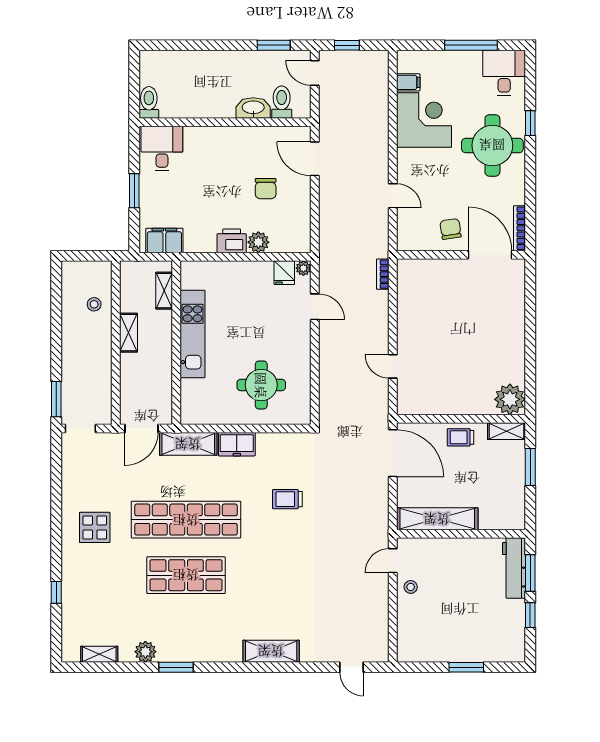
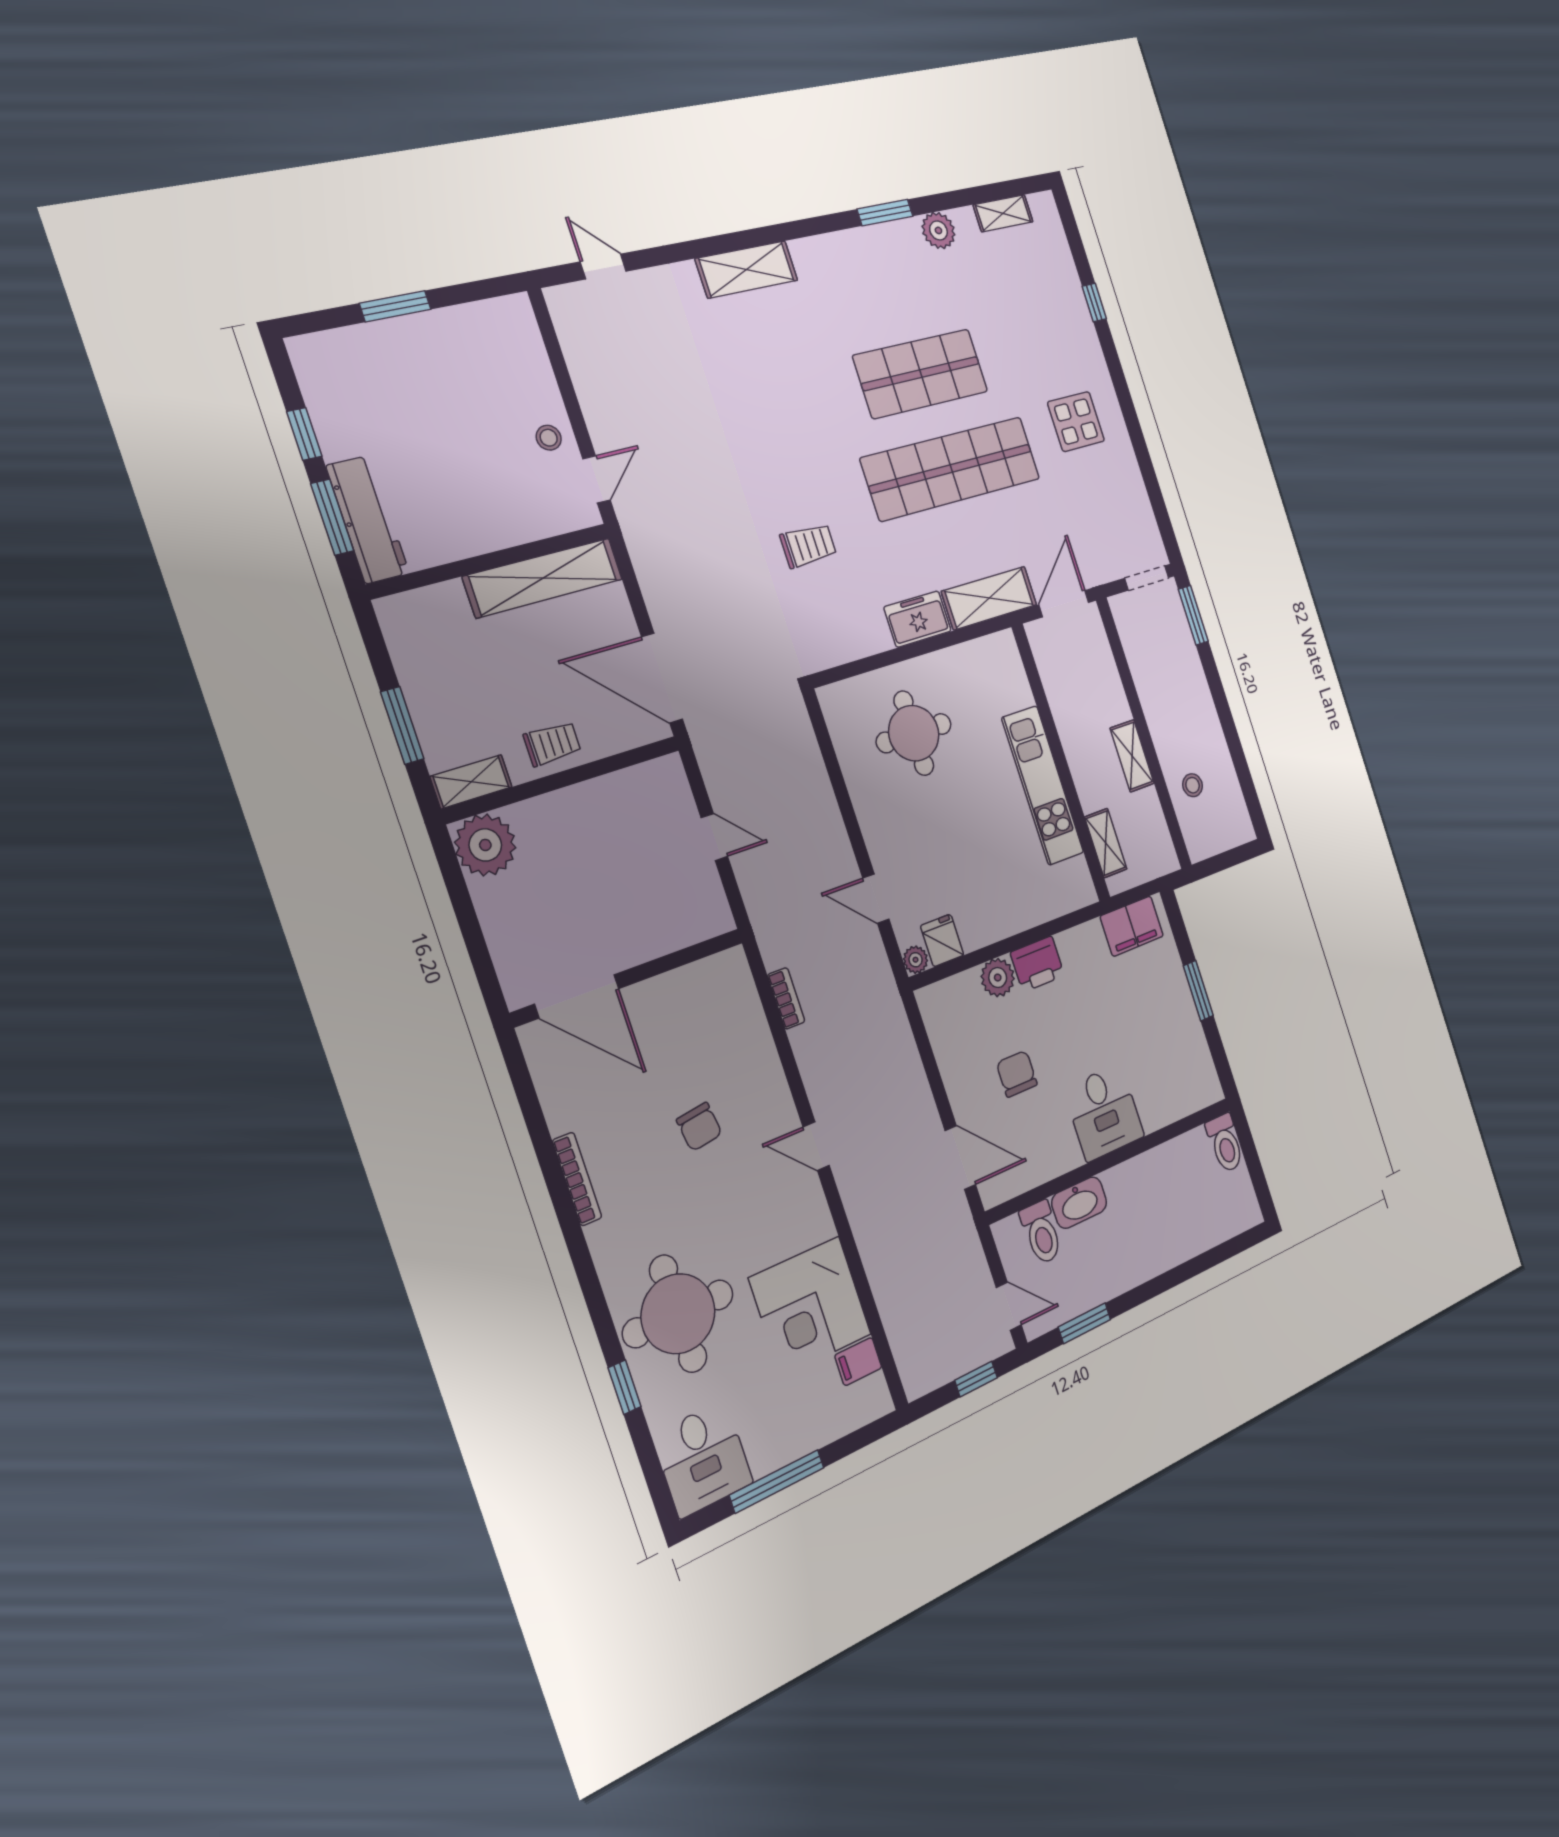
desk: (162, 148) -> (1104, 1112), moved
wall: (461, 255) -> (629, 977), moved
door: (490, 255) -> (577, 996), moved

